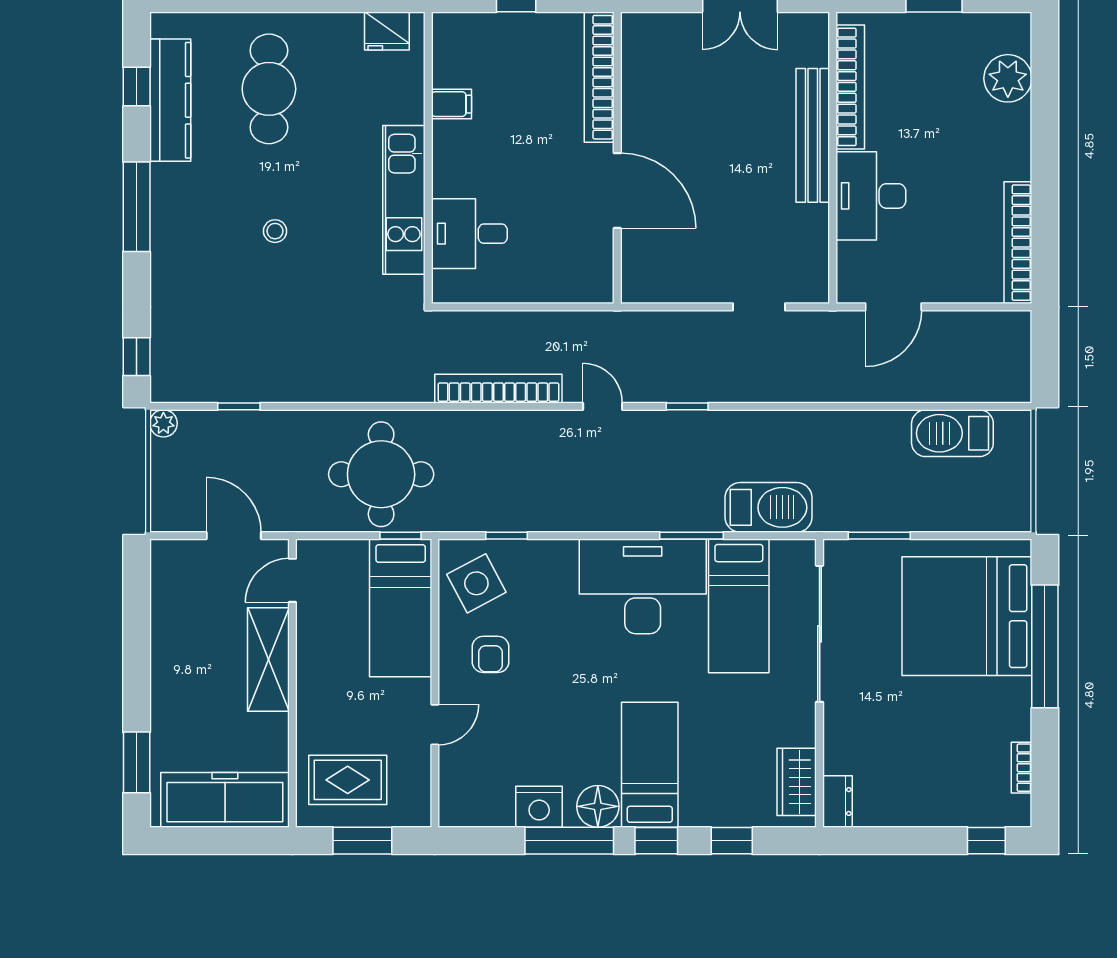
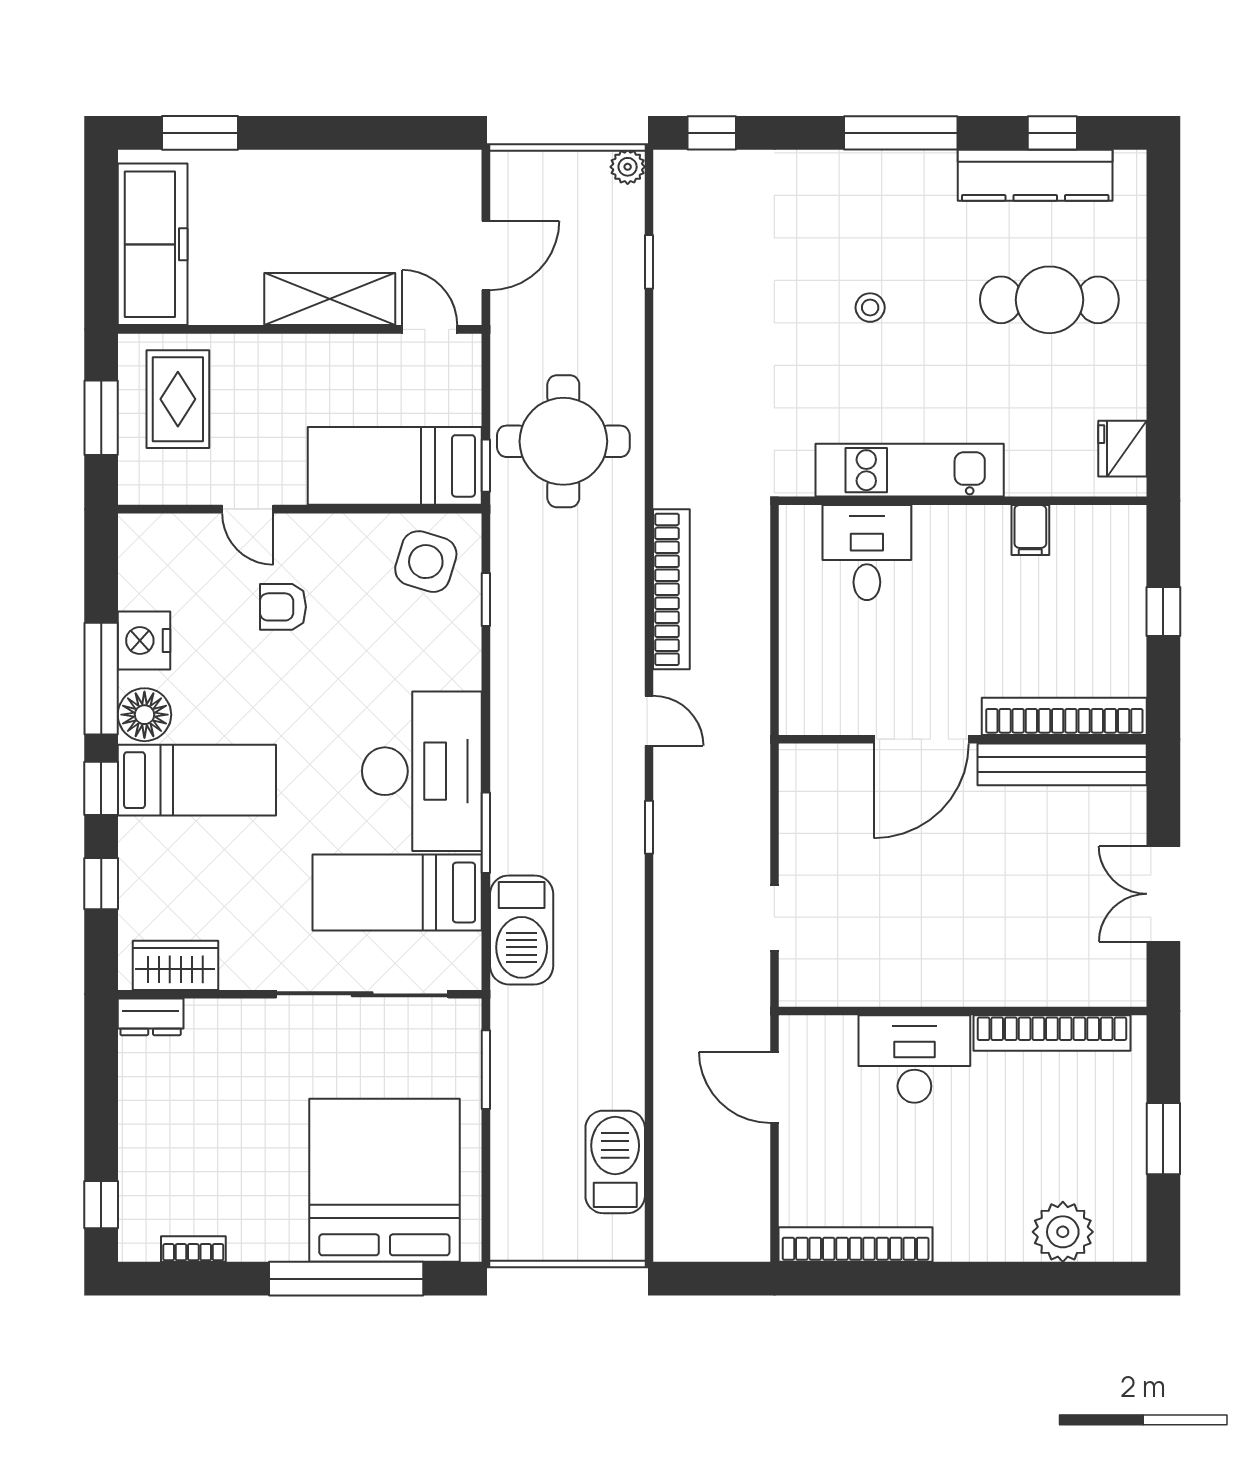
bench: (813, 135) -> (1062, 764), moved
door: (603, 406) -> (649, 721), hinge flipped
side table: (476, 583) -> (426, 562), turned 45
armchair: (491, 654) -> (283, 607), moved

